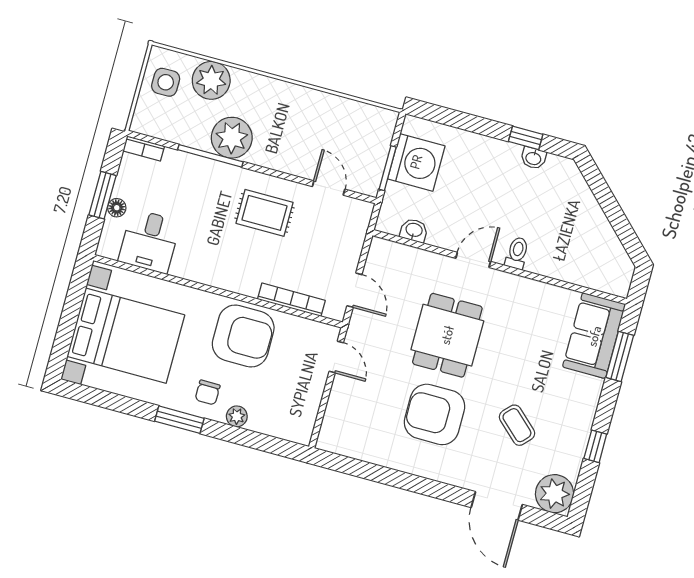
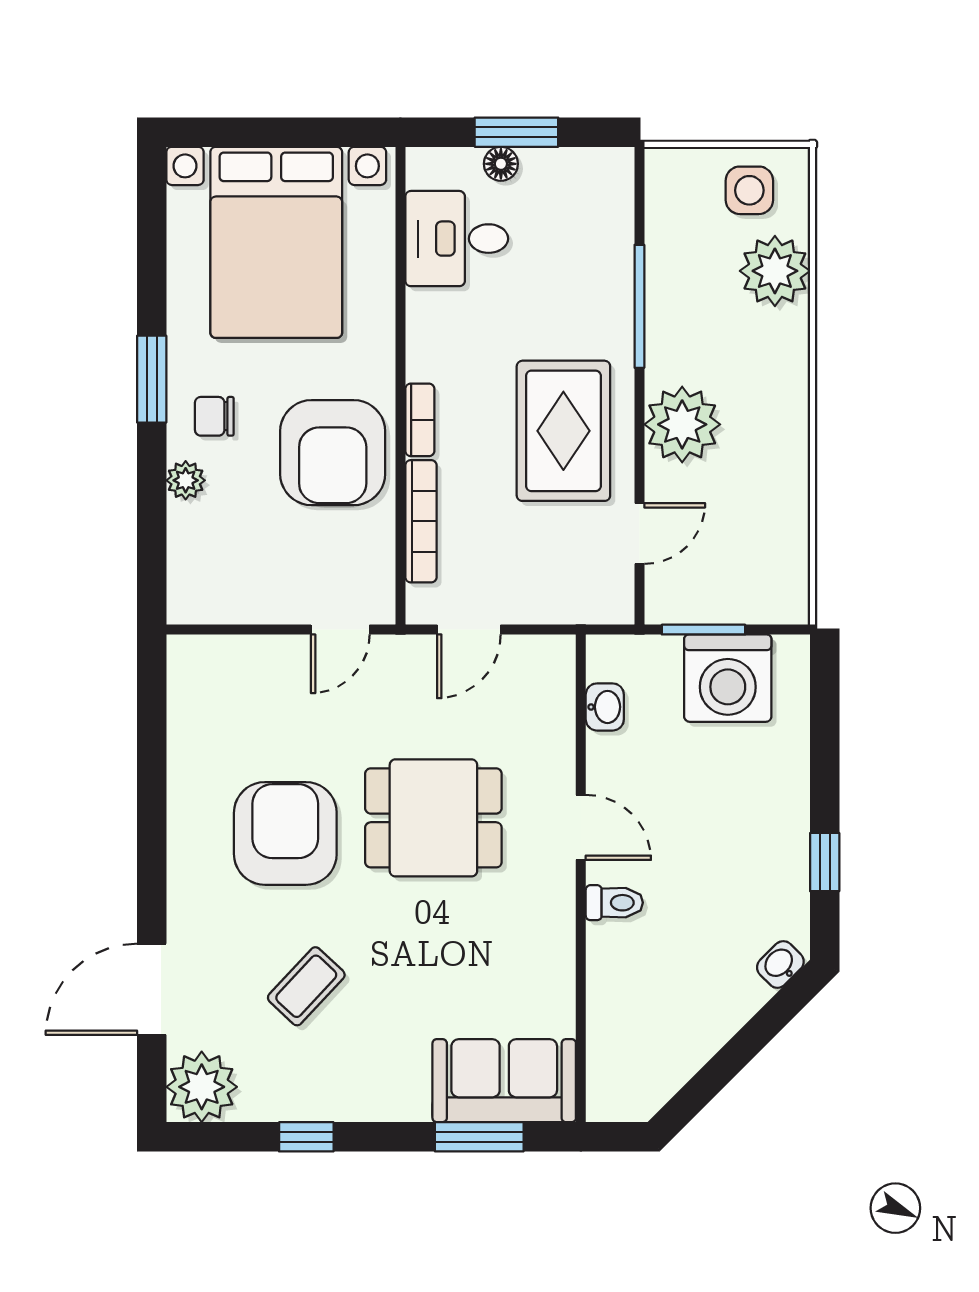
plant: (232, 138) -> (682, 424), moved
bookcase: (144, 149) -> (420, 420), moved, turned 180
washbasin: (533, 158) -> (780, 964), moved, turned 45
rug: (264, 213) -> (563, 431), width x1.36, depth x1.43

